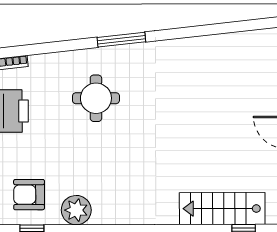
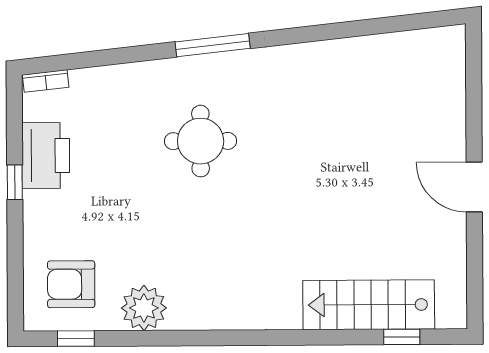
round table: (96, 98) -> (201, 141), moved

